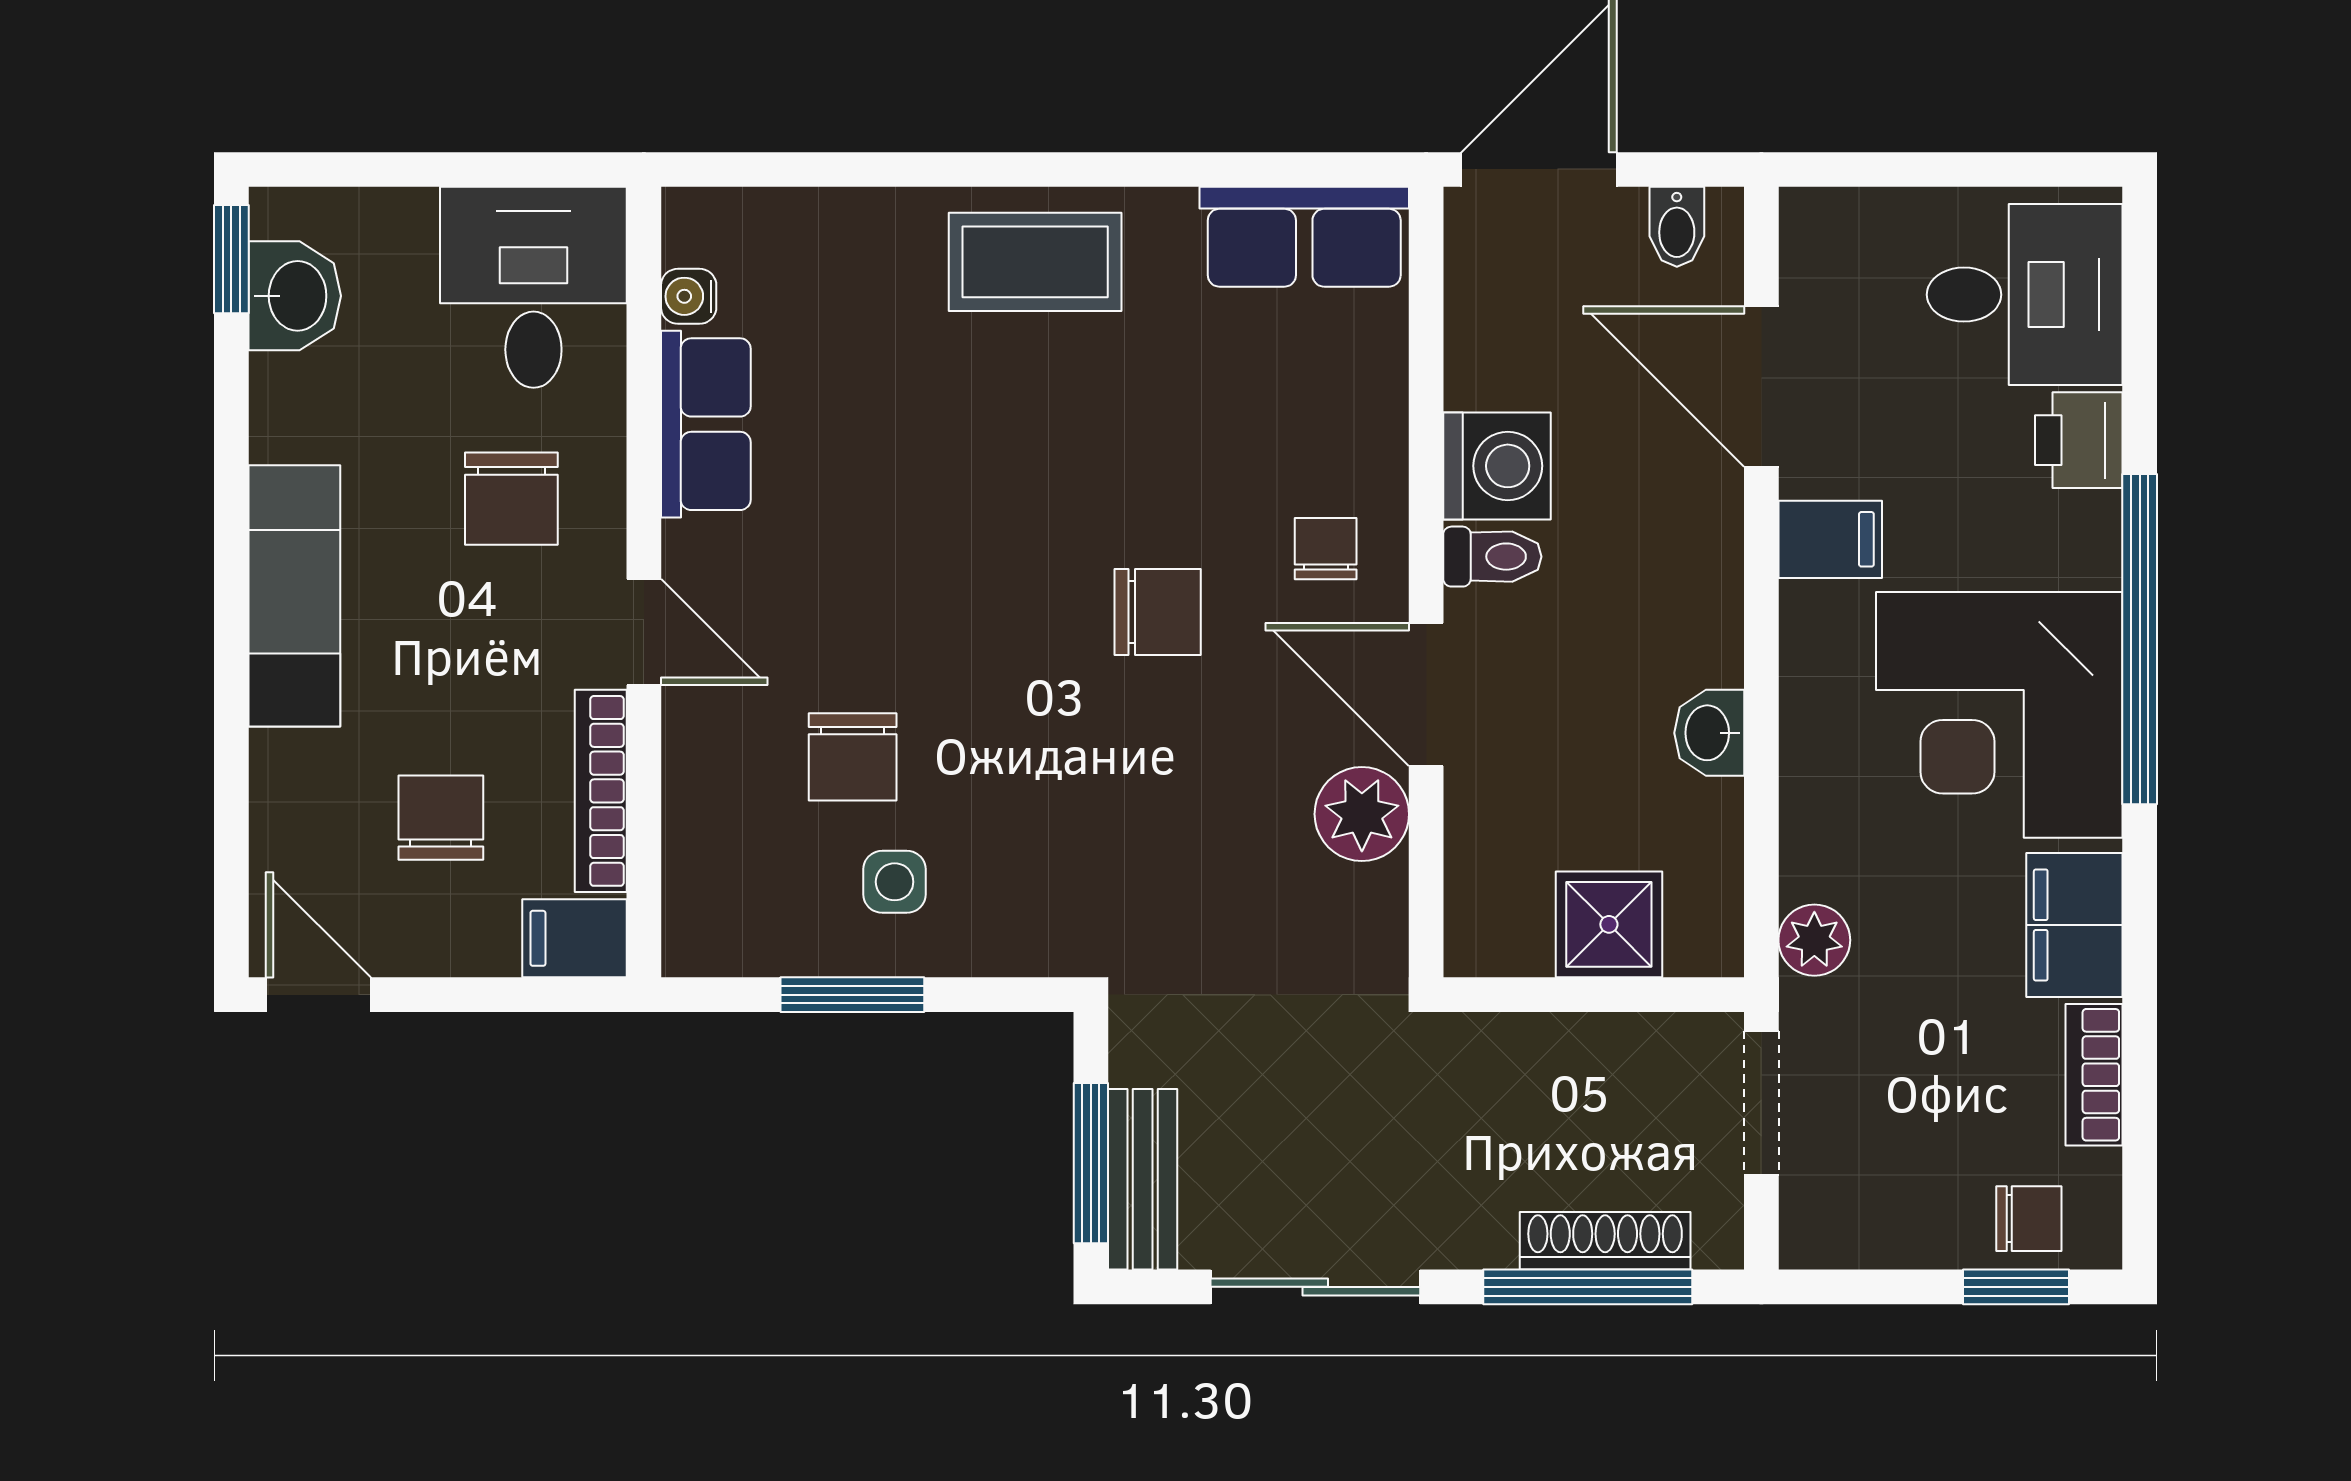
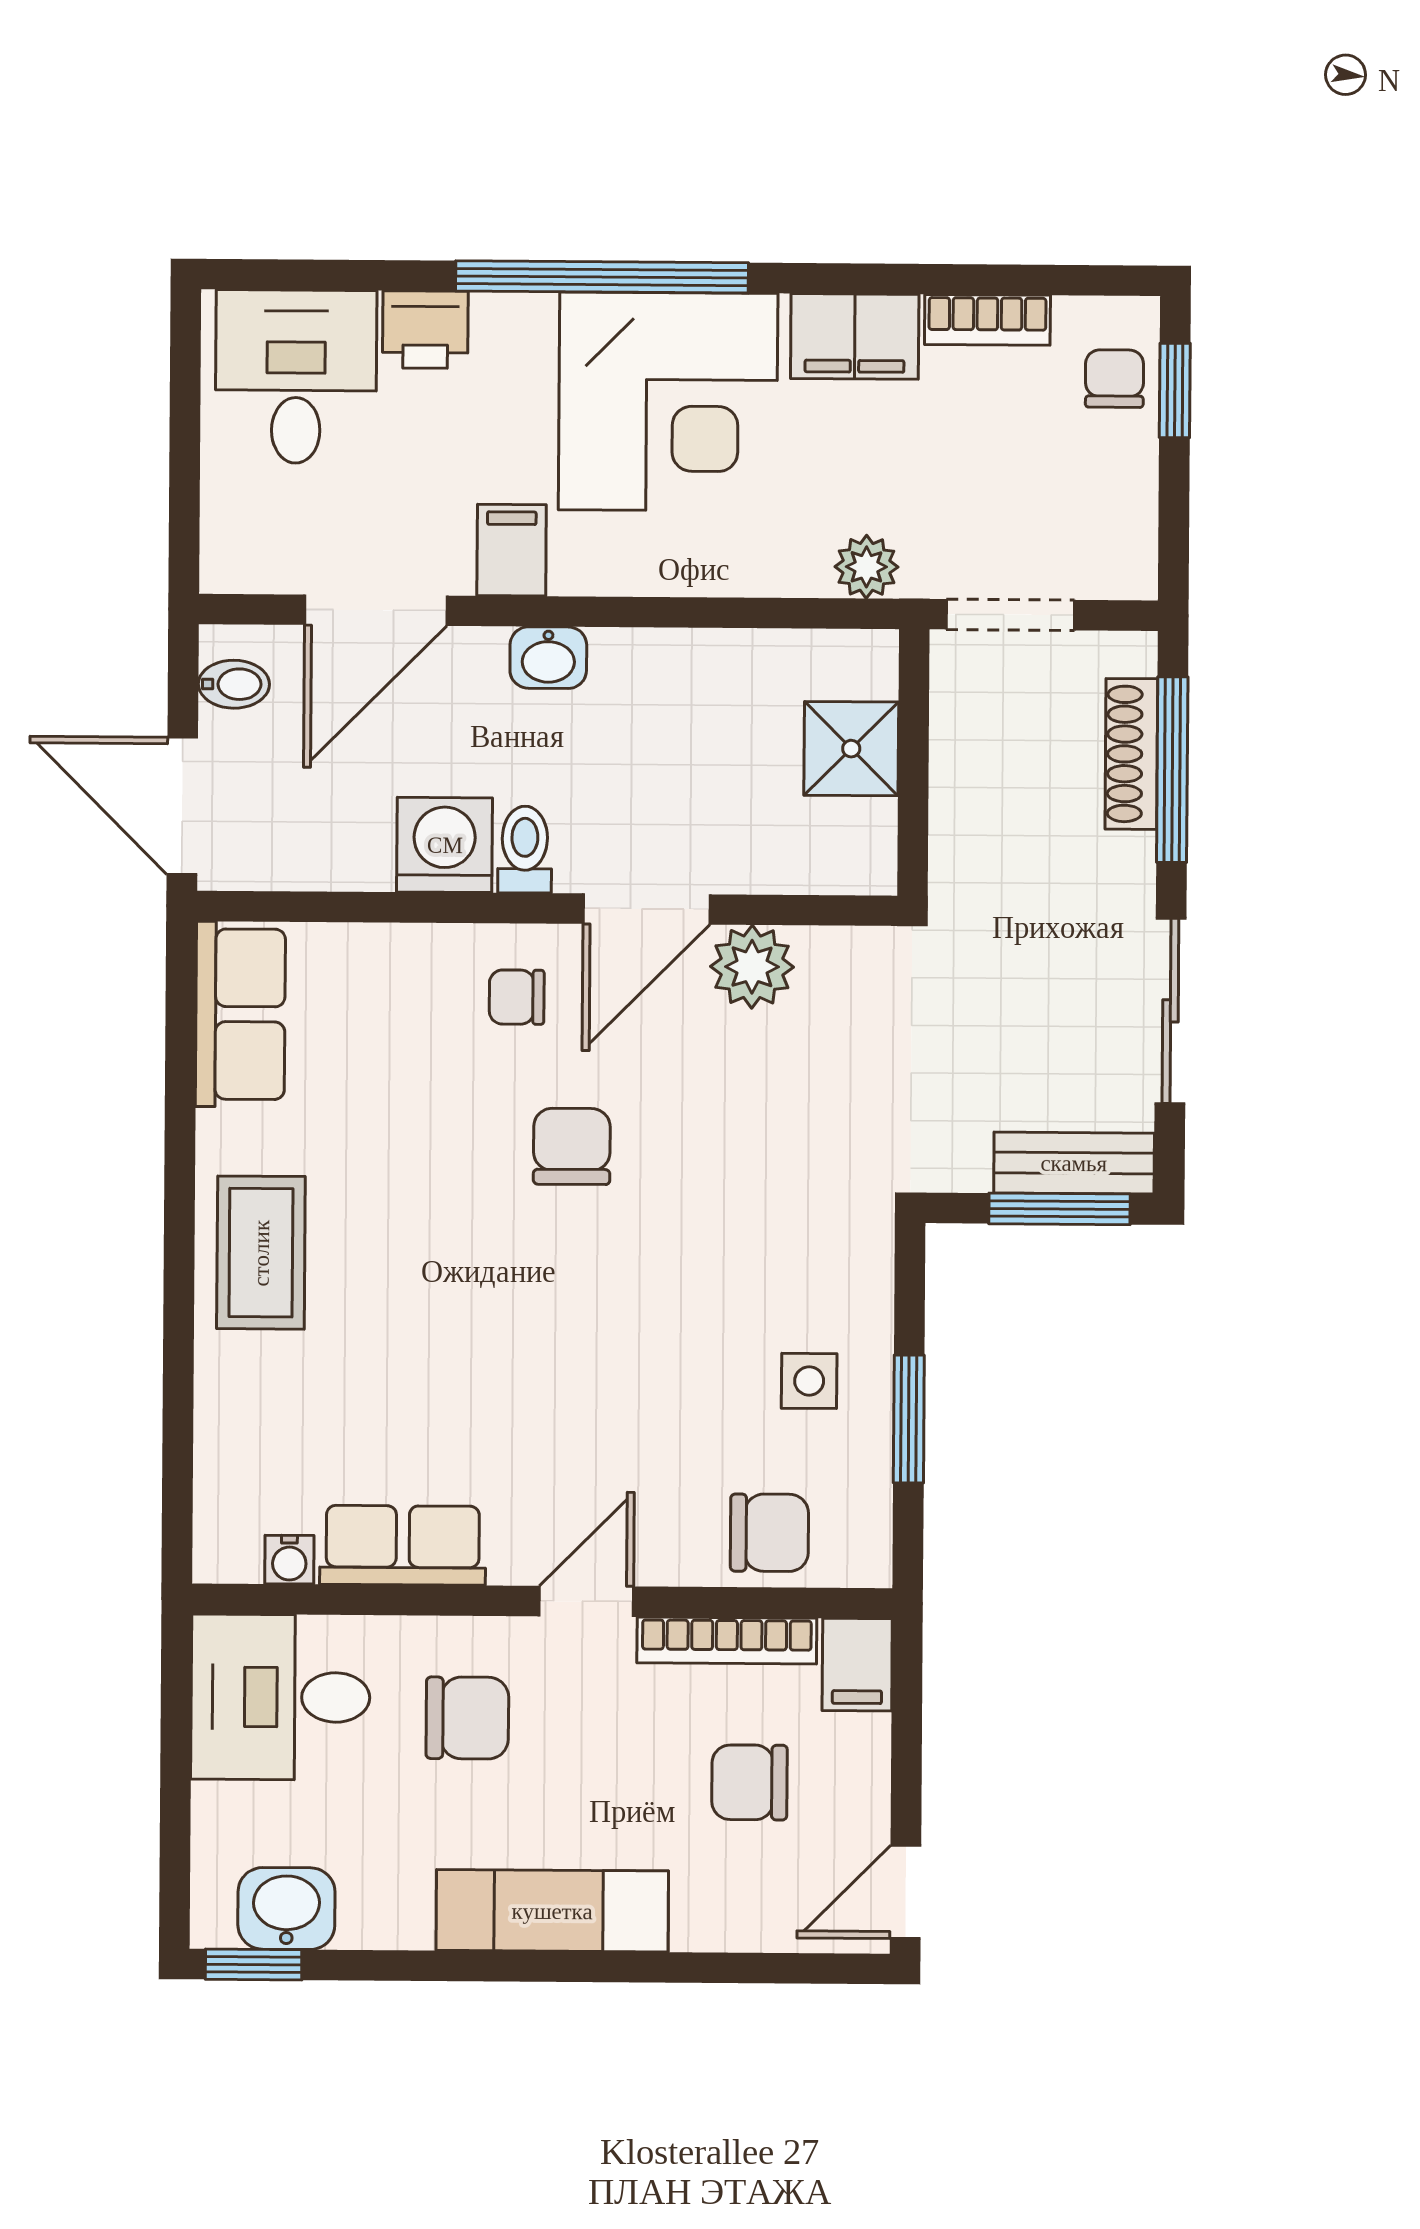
washbasin: (1709, 733) -> (548, 658), moved
chair: (853, 757) -> (769, 1533), moved

